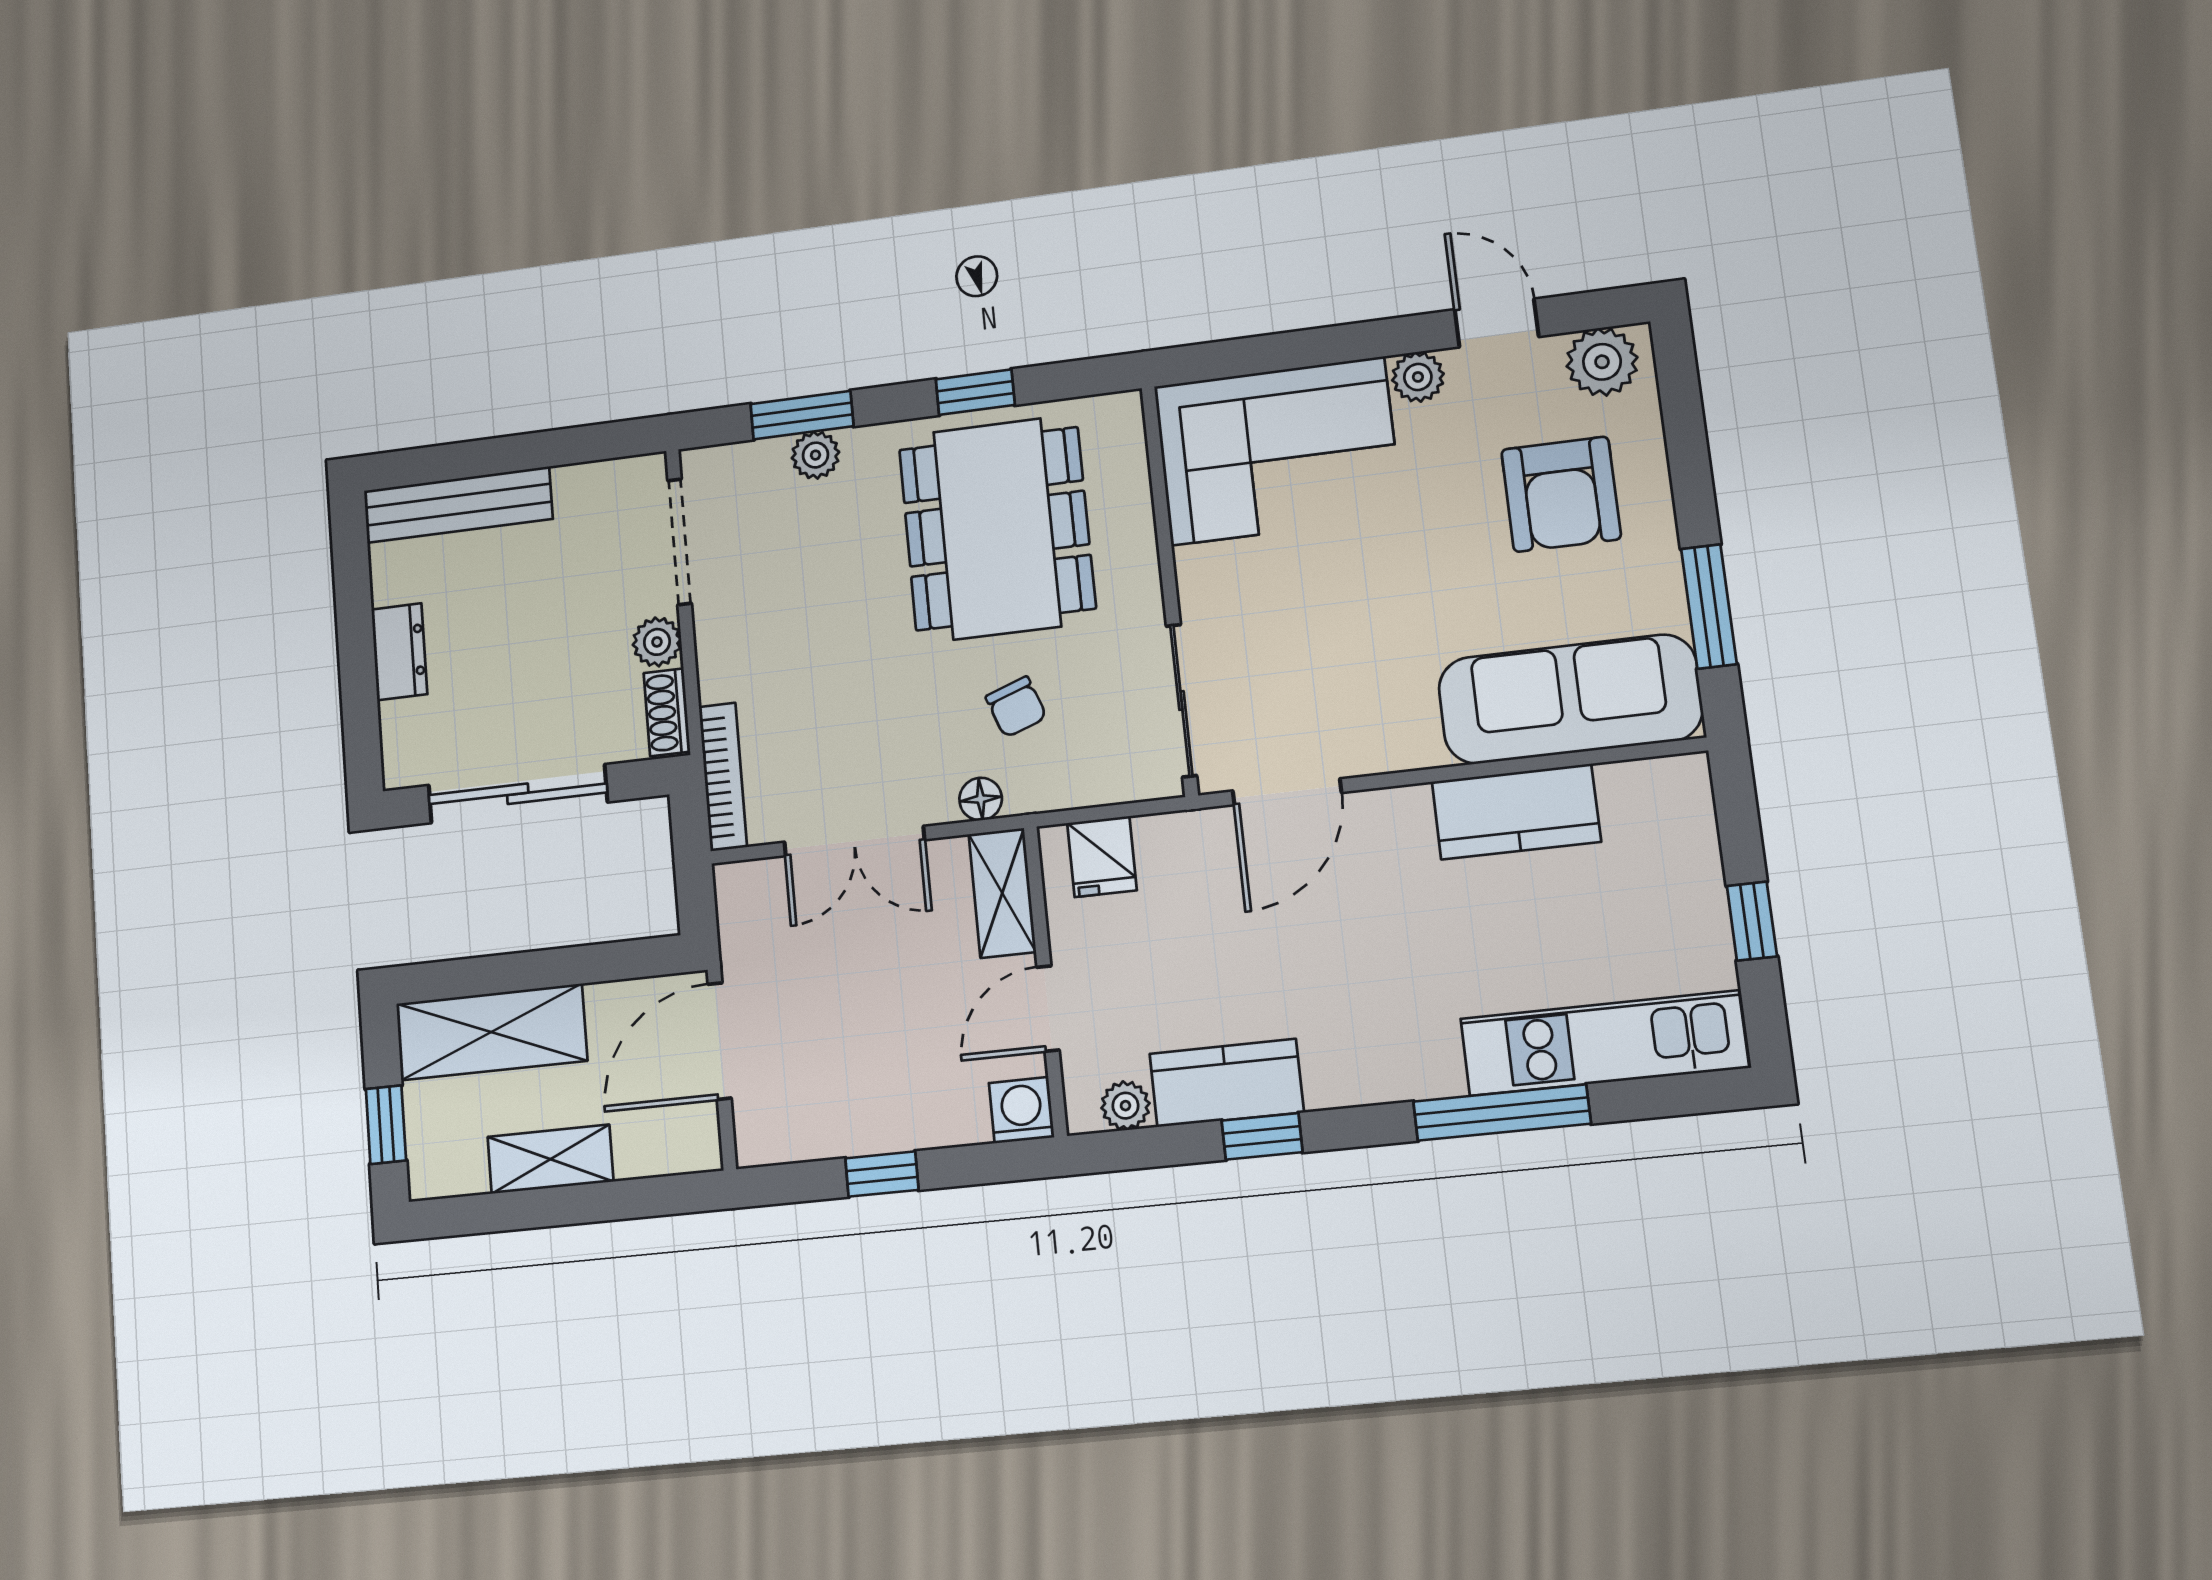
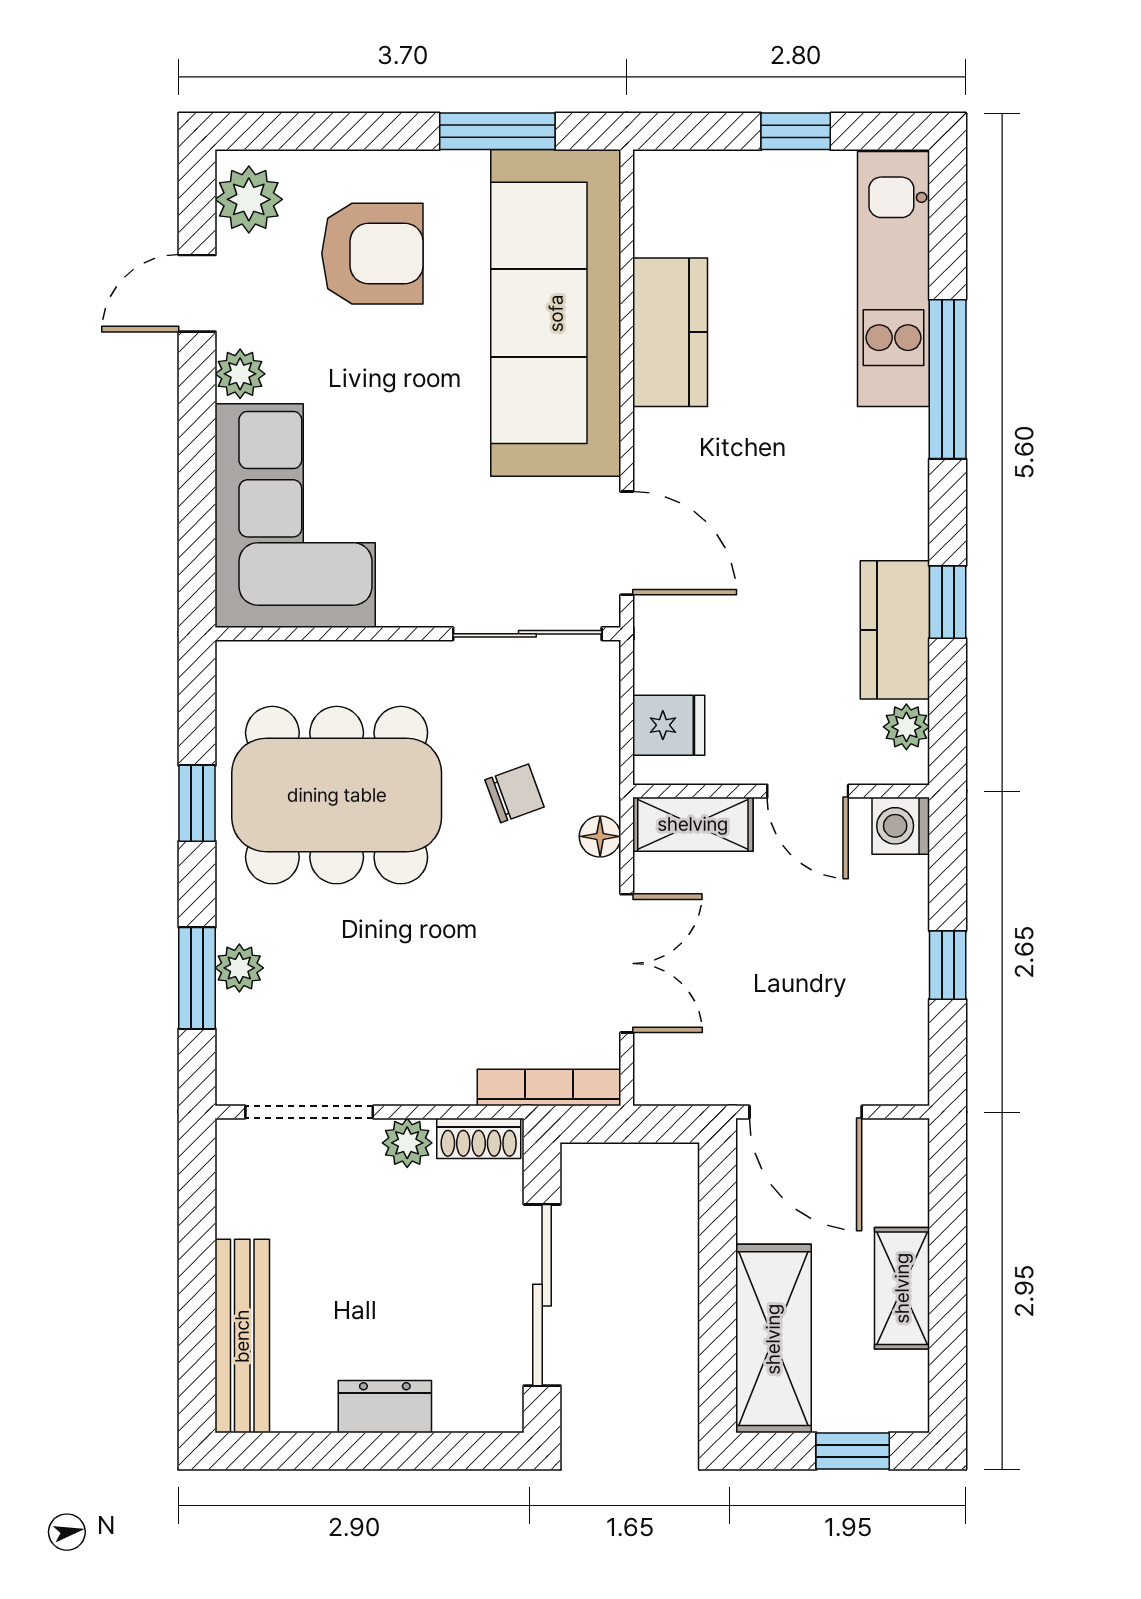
sofa: (1570, 699) -> (556, 313), width x1.36, depth x1.27

